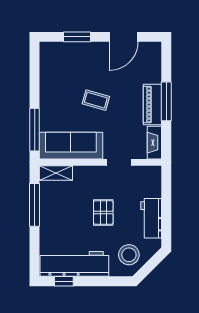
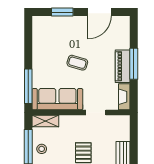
stool: (51, 208) -> (42, 149), added

